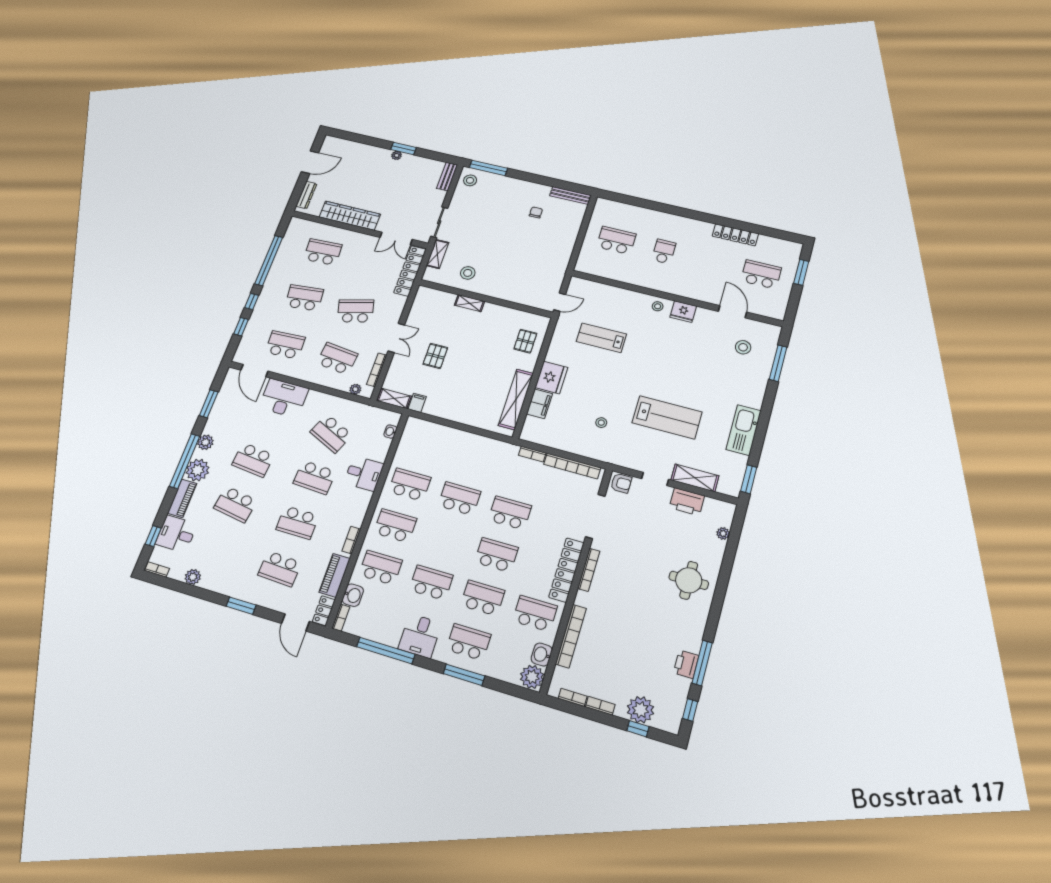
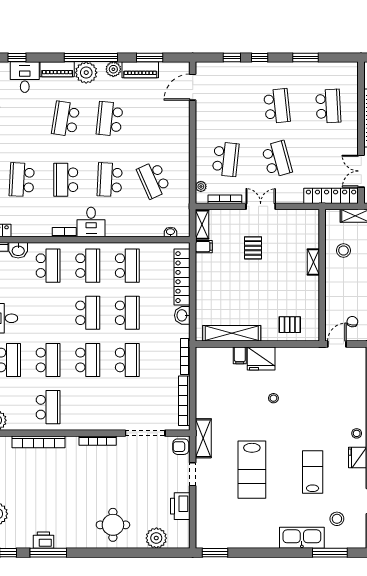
window: (269, 260) -> (306, 58), width x0.47
chair: (542, 282) -> (352, 322), added
door: (560, 302) -> (337, 344), swing flipped
double door: (396, 338) -> (261, 206), swing flipped
lab bench: (601, 338) -> (313, 472), moved
school desk: (285, 345) -> (226, 106), removed
pallet: (435, 356) -> (253, 248), turned 90
desk: (284, 398) -> (174, 124), removed
filing cabinet: (539, 404) -> (240, 355), width x0.50
stool: (601, 423) -> (273, 398), moved
kitchen sink: (744, 430) -> (302, 538), moved
school desk: (331, 433) -> (154, 180), turned -48
bookcase: (532, 454) -> (185, 356), width x1.56
desk: (364, 473) -> (91, 222), moved
shelving: (695, 478) -> (203, 438), moved
armchair: (621, 483) -> (181, 447), turned 90
plant: (723, 533) -> (156, 538), width x1.88, depth x1.88
locker: (566, 570) -> (182, 277), moved, turned -90
piano: (335, 575) -> (140, 70), moved, turned 180
school desk: (431, 583) -> (88, 313), moved
washbasin: (542, 655) -> (182, 315), moved, turned -90

